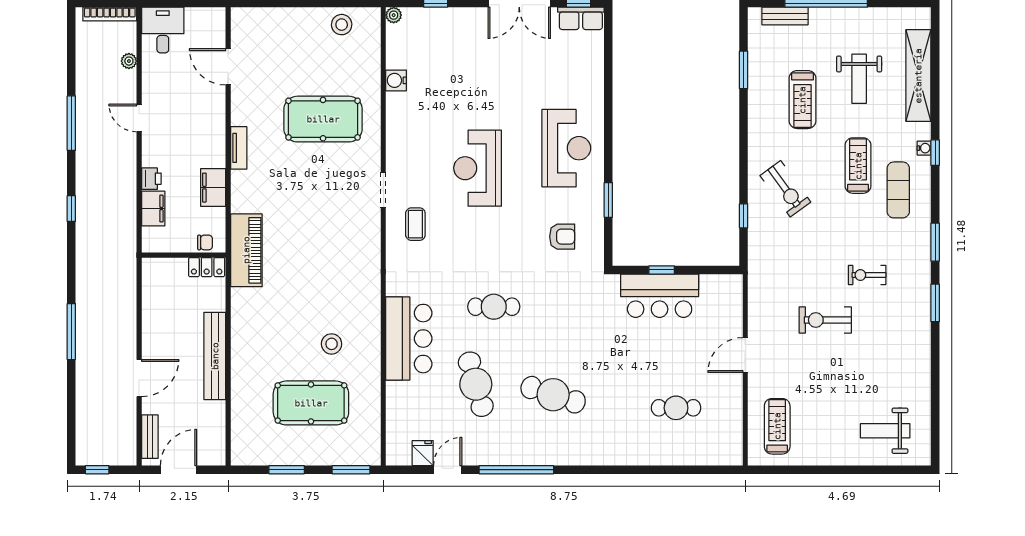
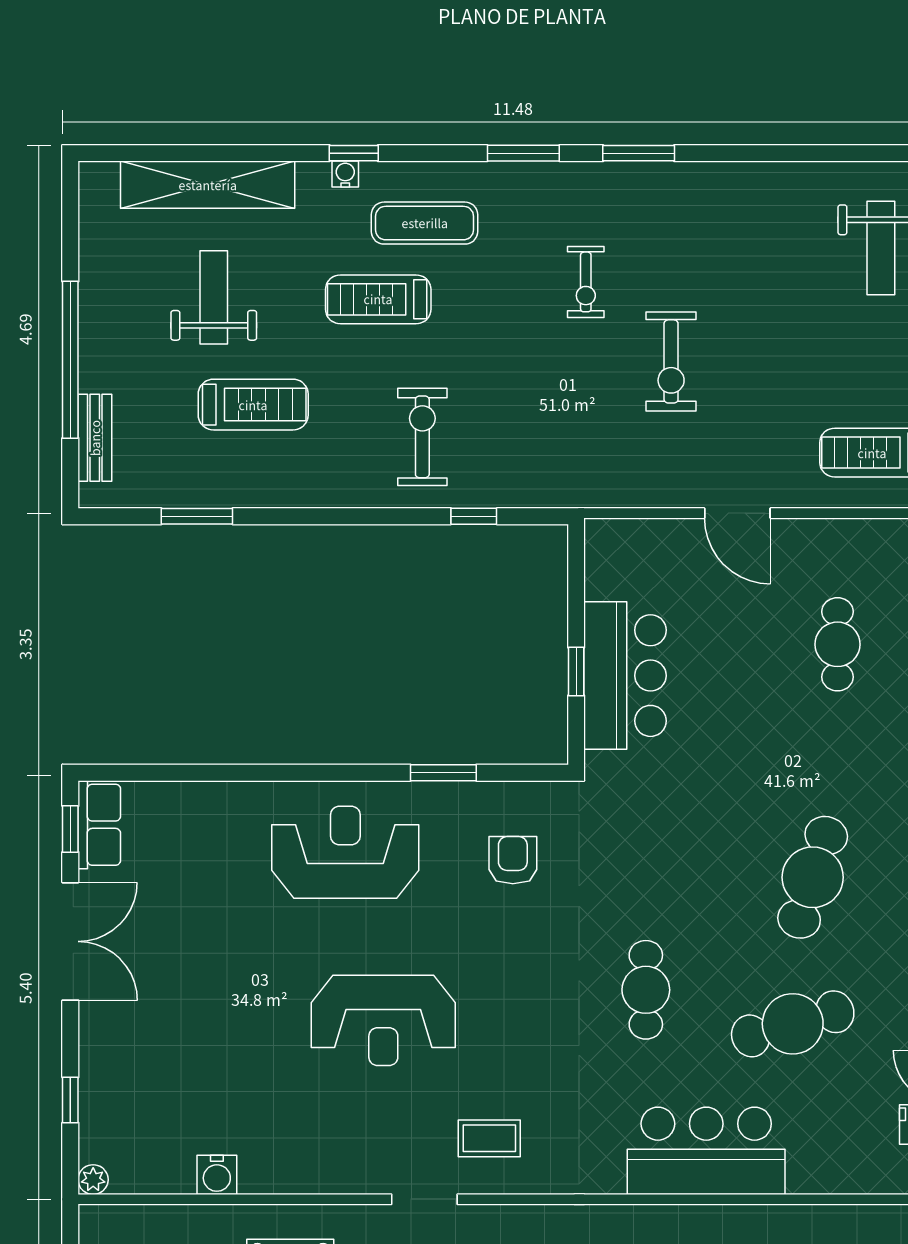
weight bench: (859, 79) -> (214, 297), turned -90
exercise bike: (785, 189) -> (422, 437), turned -54

